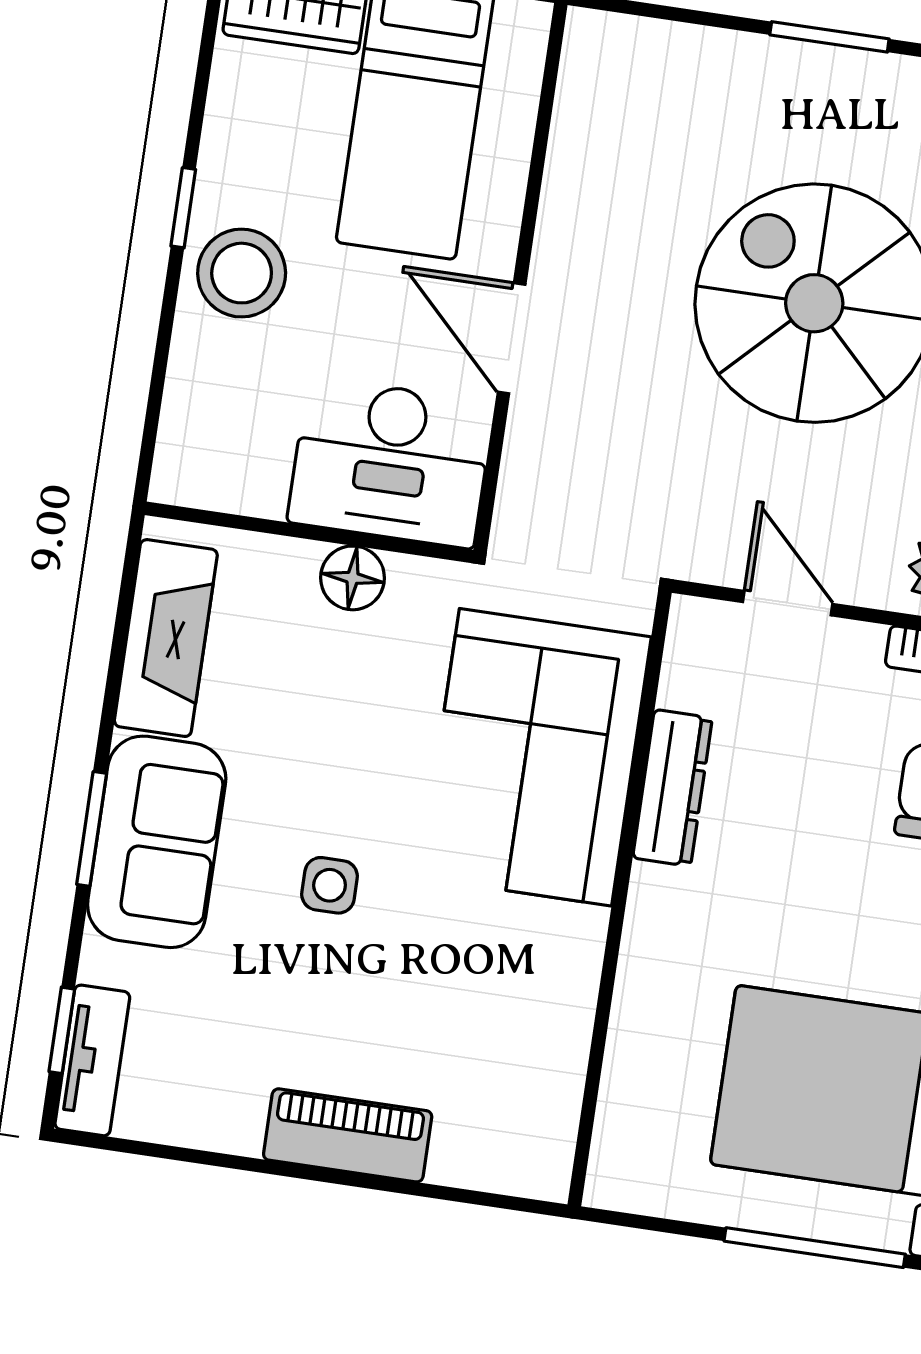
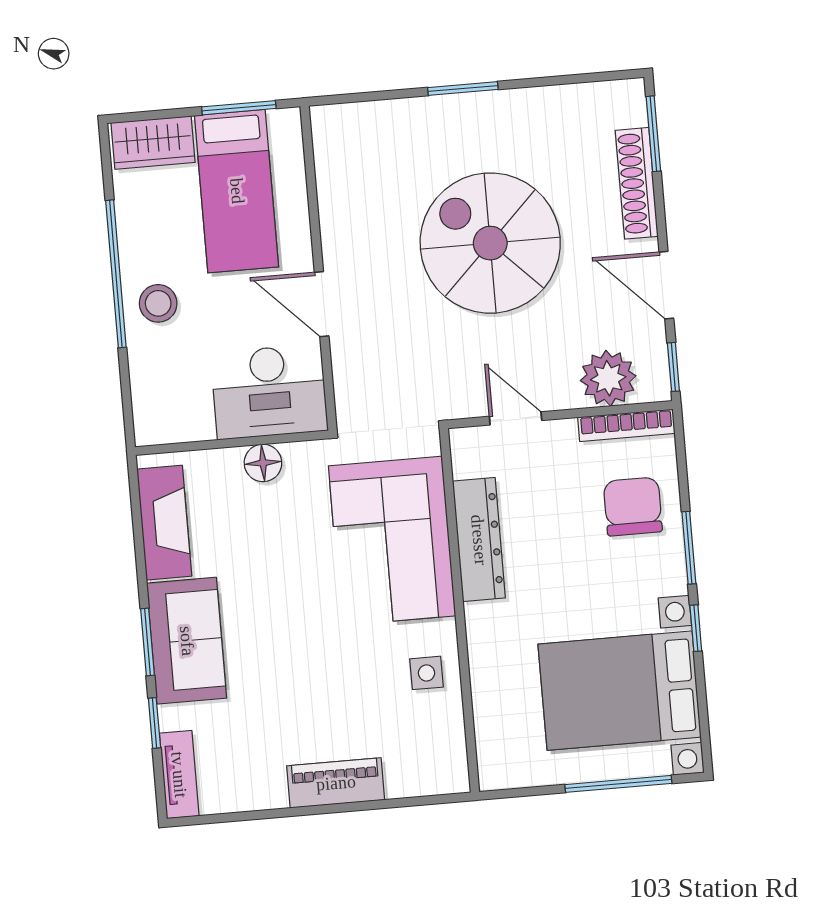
window: (183, 208) -> (116, 274), width x3.17
stool: (242, 273) -> (158, 303), width x0.73, depth x0.73
dresser: (672, 788) -> (479, 540), width x1.37, depth x1.24
side table: (330, 885) -> (427, 673), moved
window: (62, 1030) -> (154, 723), moved

